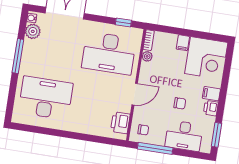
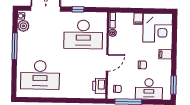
window: (123, 22) -> (78, 9), moved
desk: (46, 98) -> (40, 75), turned 180
printer: (211, 108) -> (166, 65), removed

